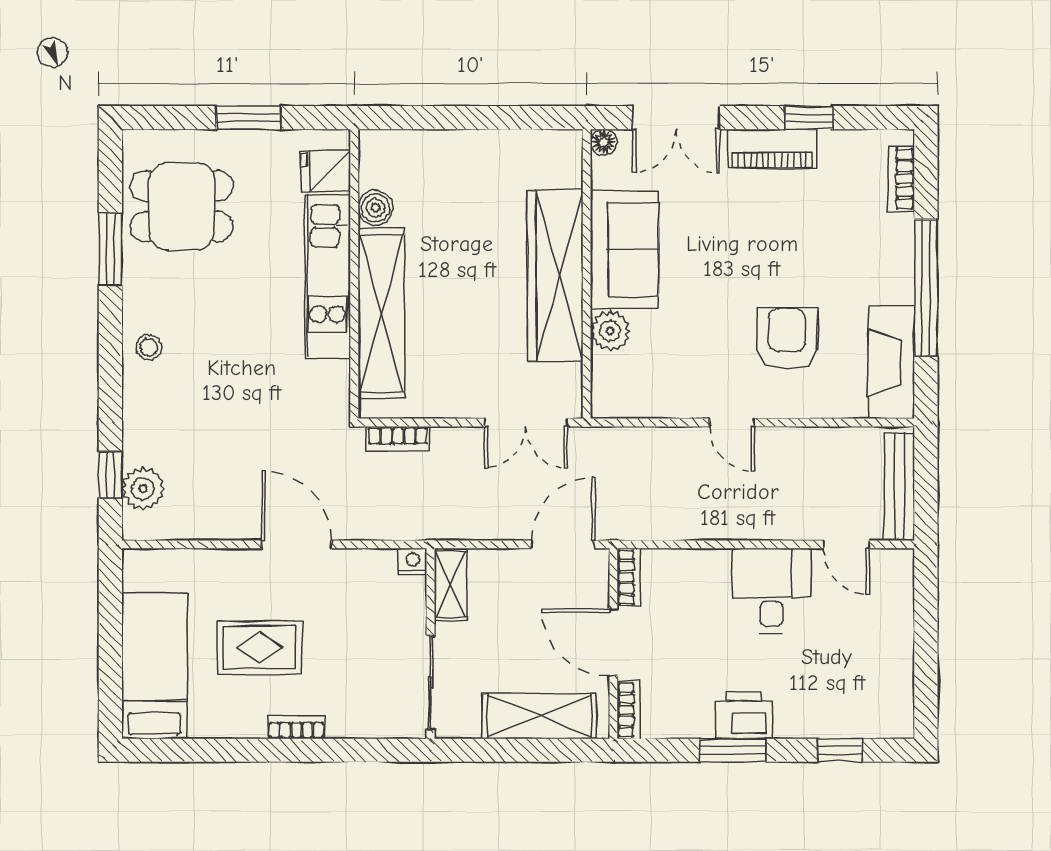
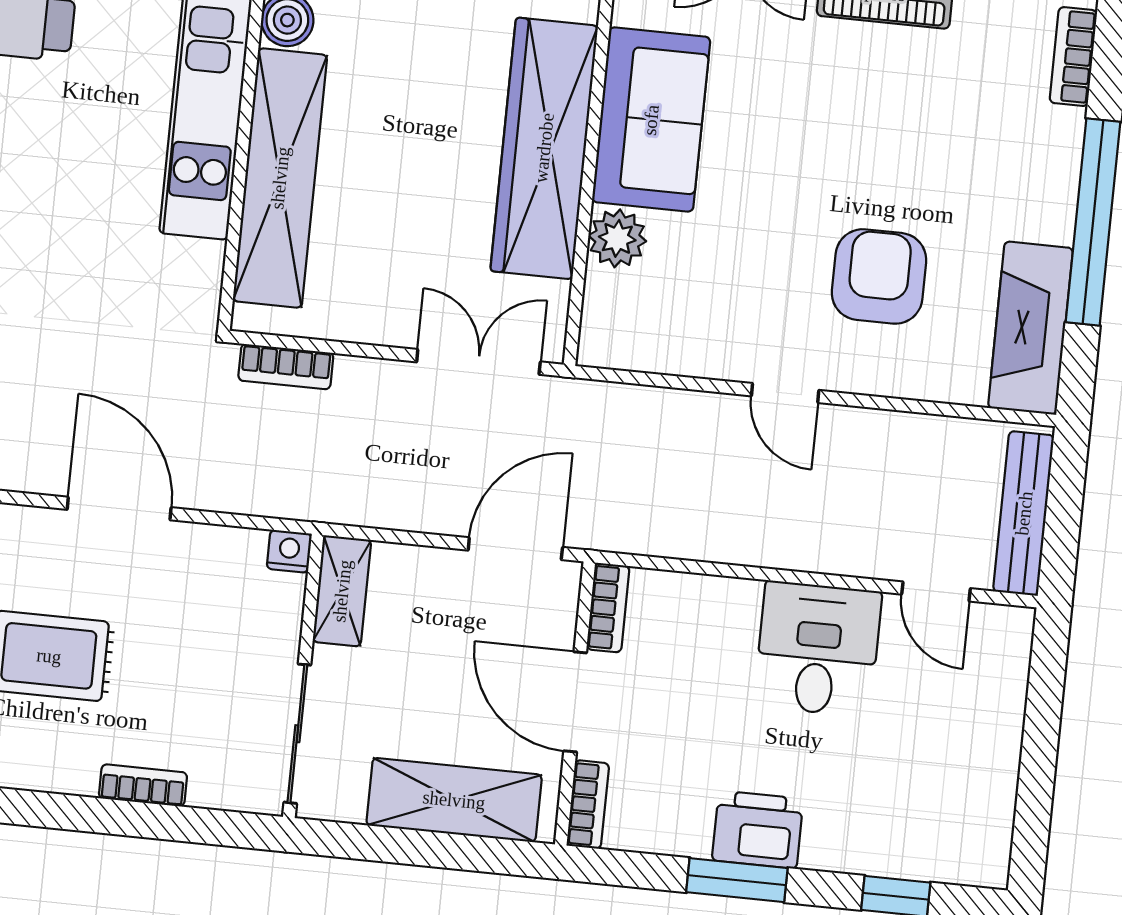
double door: (526, 422) -> (478, 362), swing flipped
bookcase: (296, 727) -> (143, 785), moved

